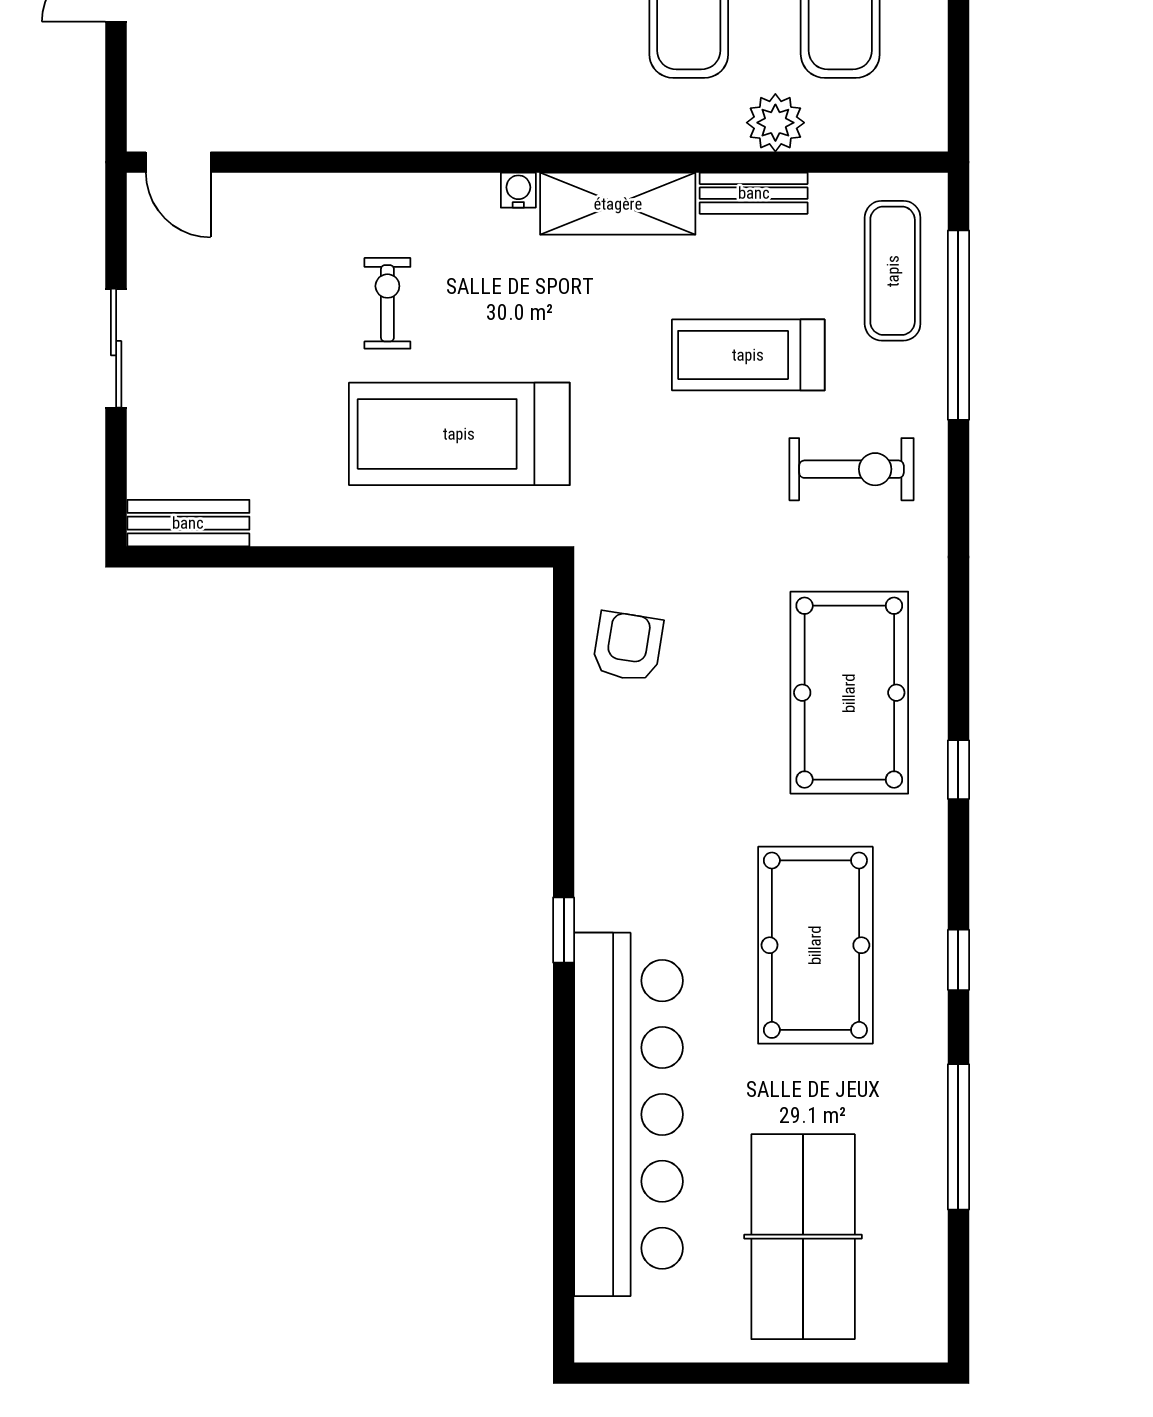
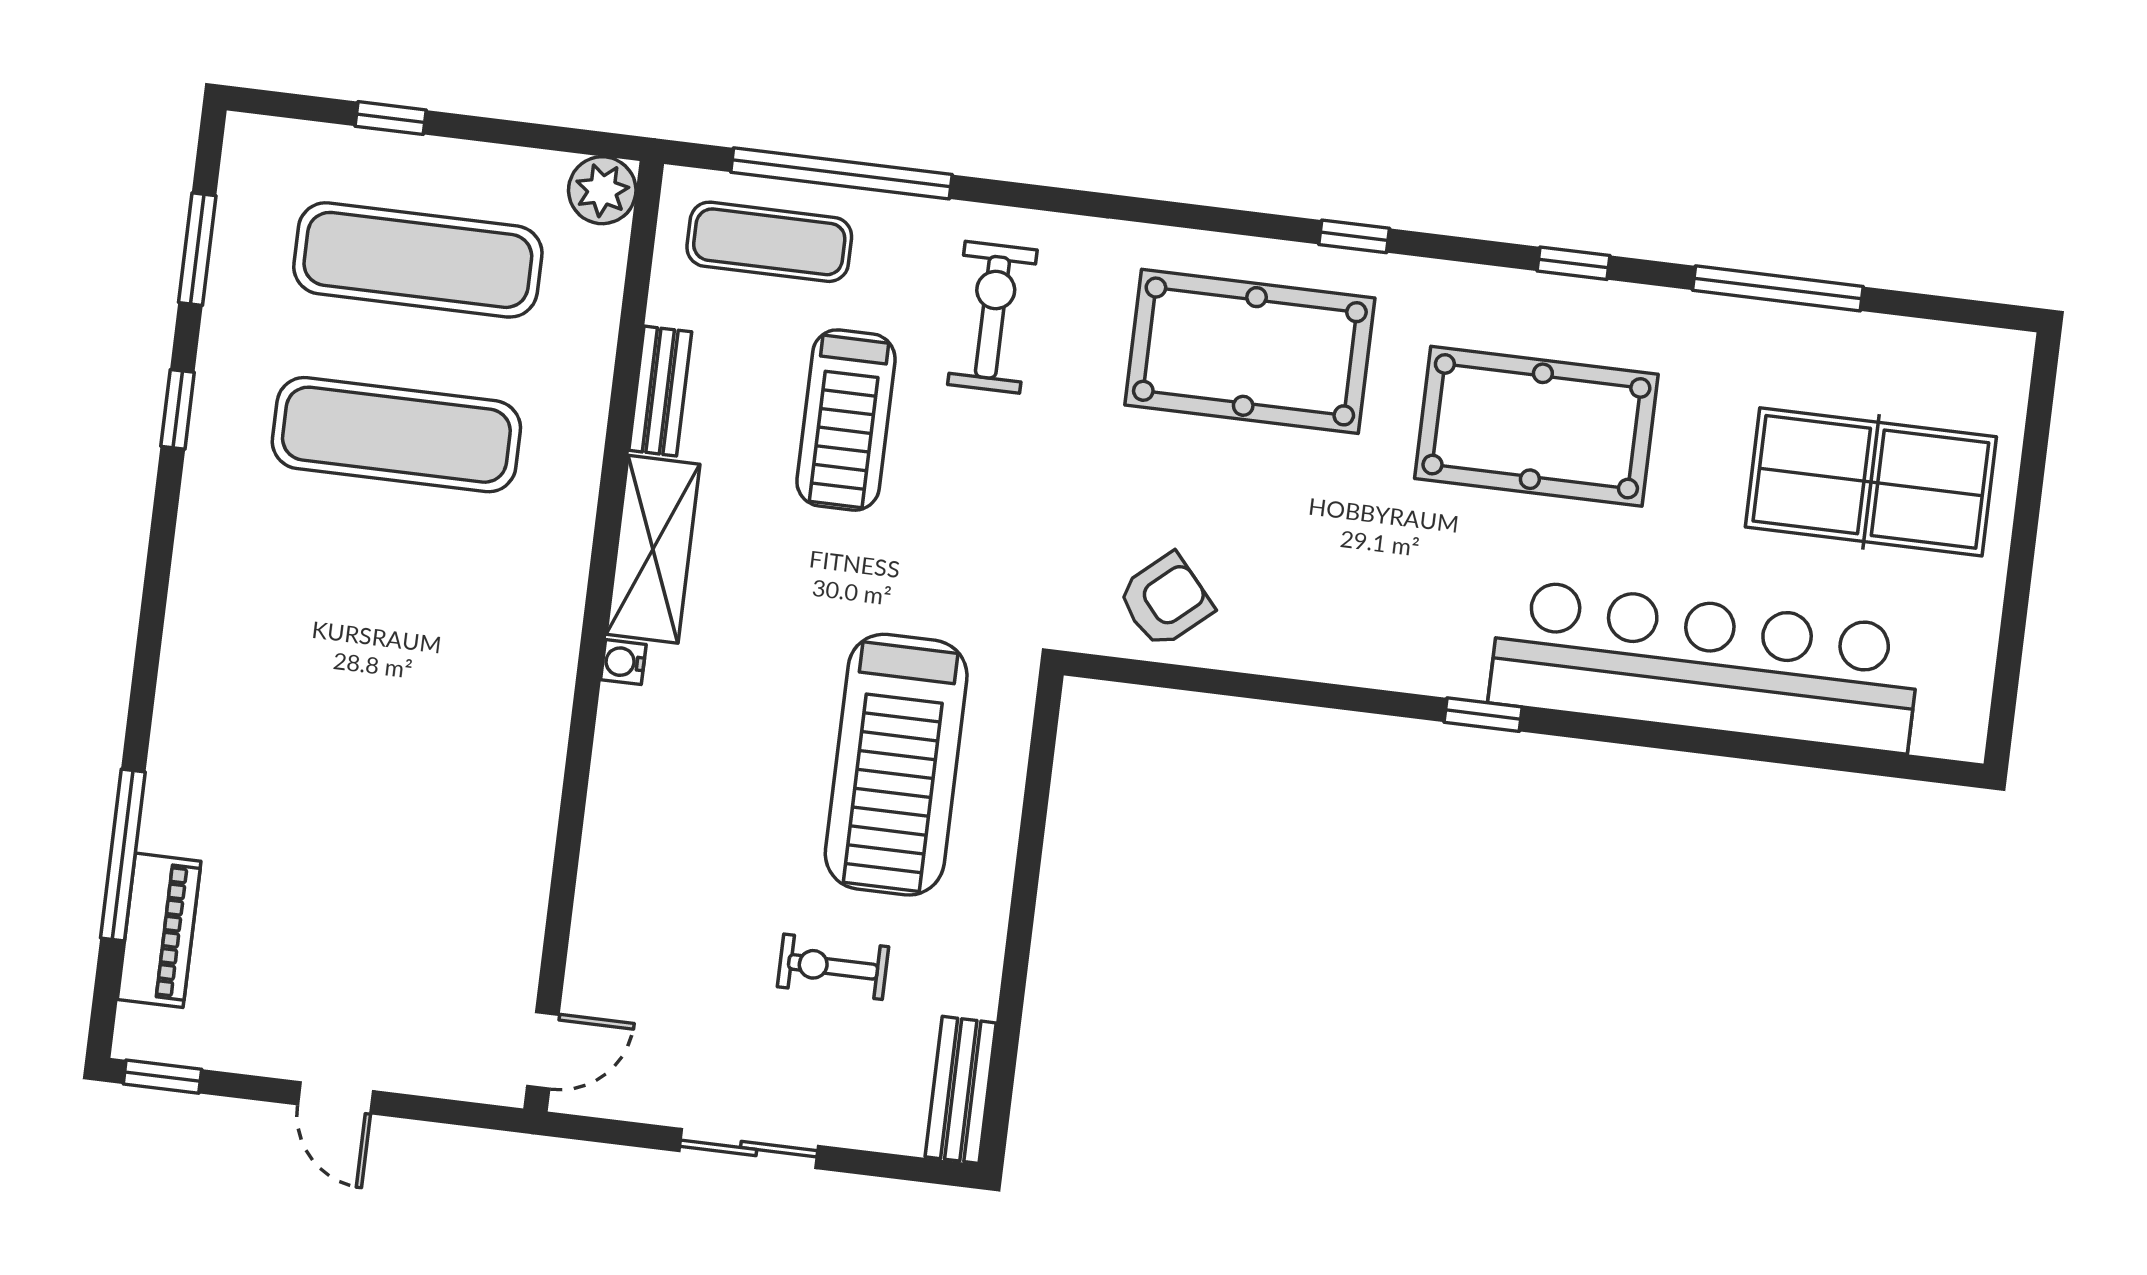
plant: (775, 123) -> (602, 190), moved
exercise bike: (387, 303) -> (833, 967), moved
armchair: (628, 646) -> (1165, 601), turned 130

